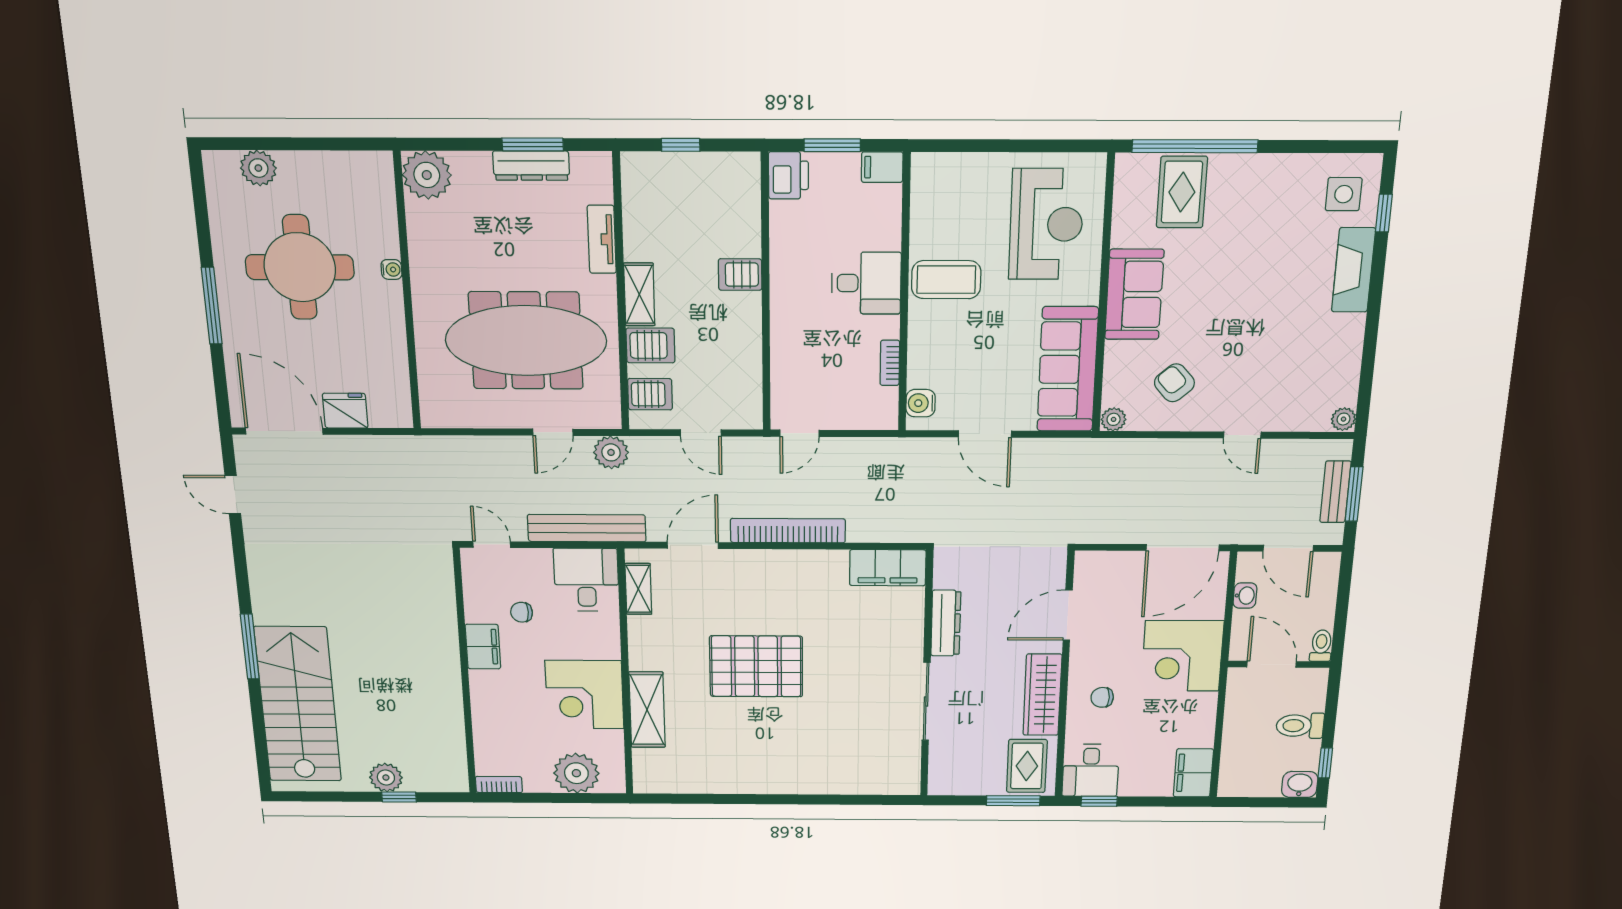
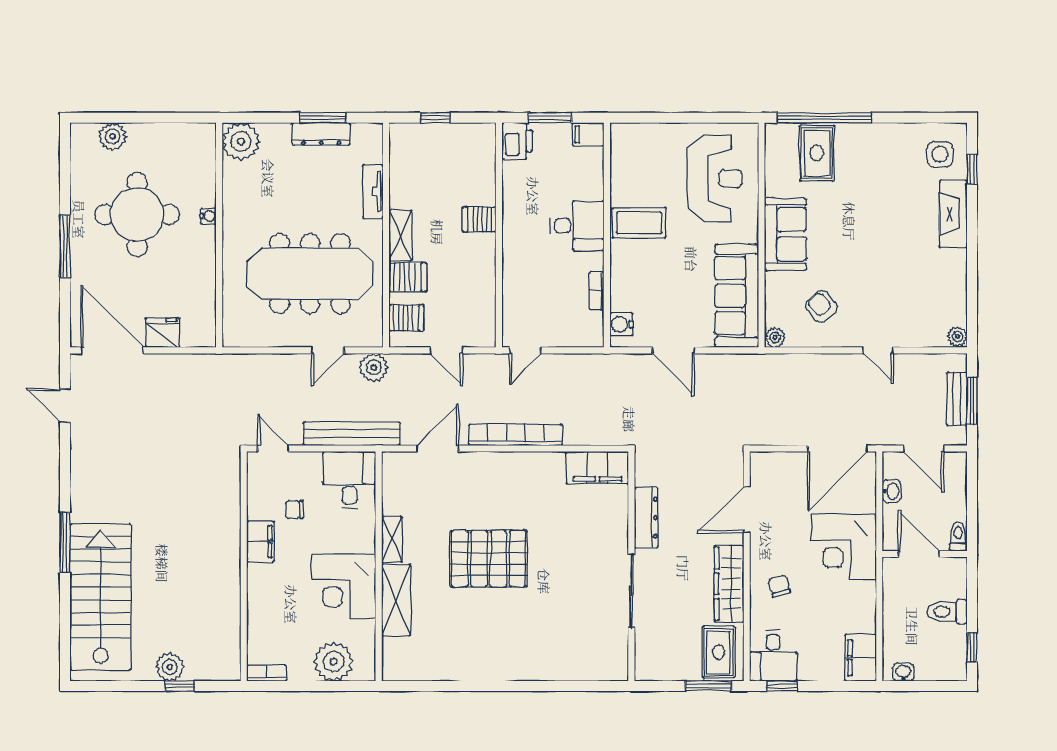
shelving: (638, 589) -> (392, 539), moved
chair: (1102, 697) -> (779, 586), turned 74
washbasin: (1300, 784) -> (903, 672), moved, width x0.72, depth x0.69

